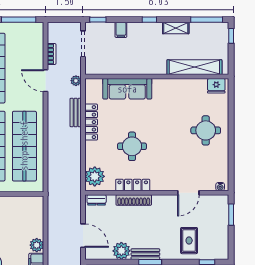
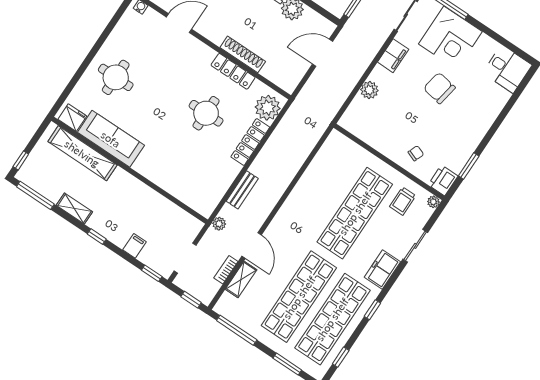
window: (61, 20) -> (191, 300), added
shelving: (38, 54) -> (241, 279), added
sofa: (127, 89) -> (111, 139), moved
locker: (91, 122) -> (250, 142), moved
shop shelf: (24, 146) -> (321, 191), removed
dresser: (97, 200) -> (282, 81), removed
door: (83, 236) -> (323, 53), hinge flipped
plant: (37, 245) -> (369, 90), moved

